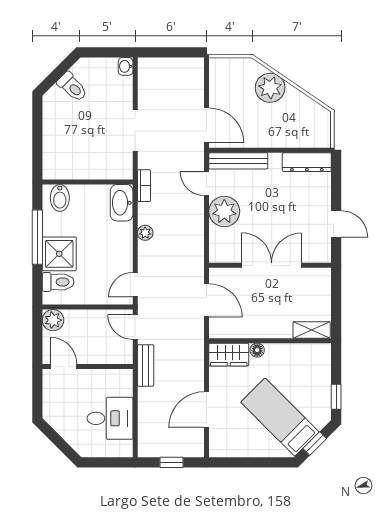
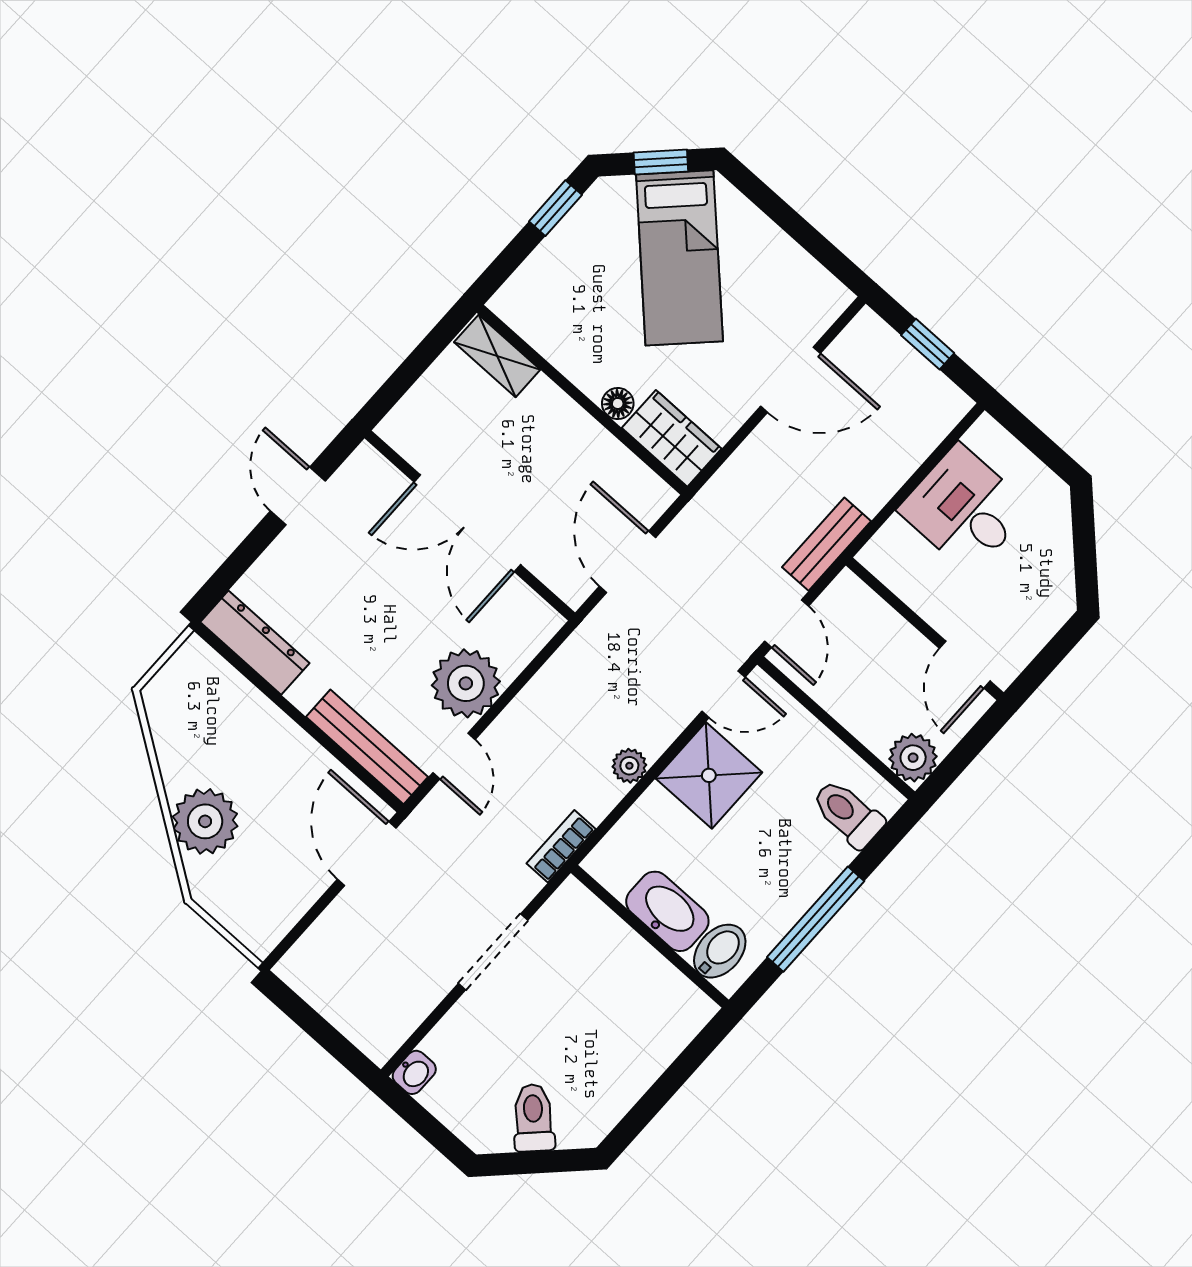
washbasin: (122, 203) -> (667, 911), moved, turned -90
shower: (59, 254) -> (709, 775), moved

